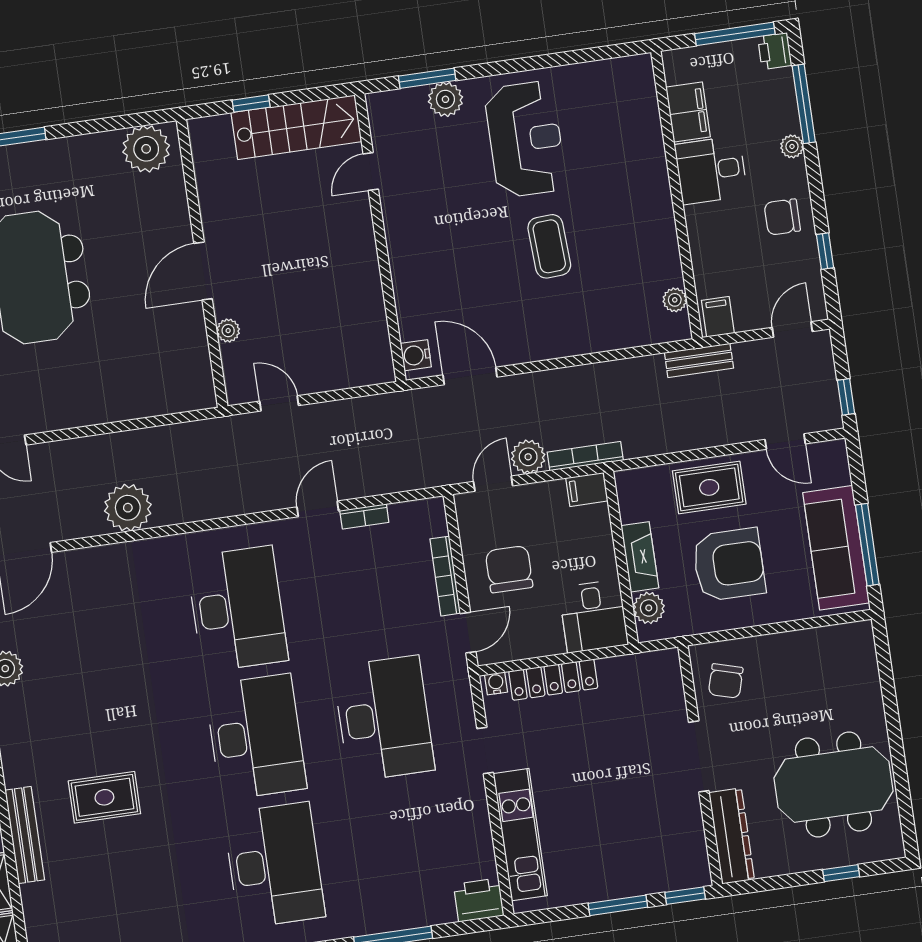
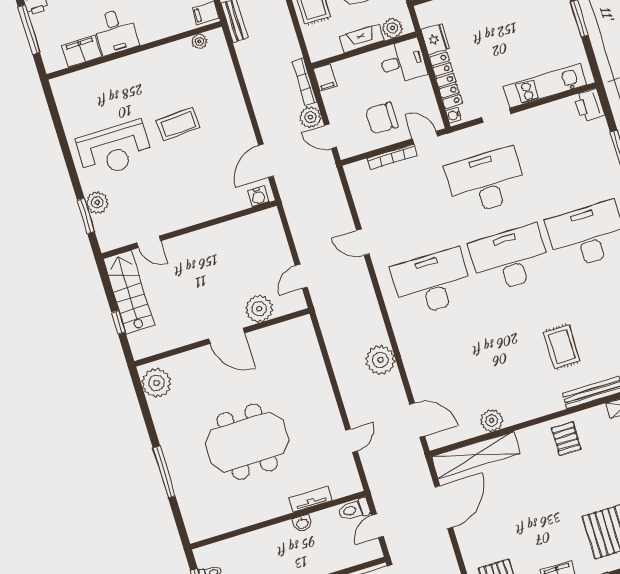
reception desk: (525, 139) -> (114, 149), turned 180
plant: (228, 331) -> (259, 309), width x1.88, depth x1.88
bookcase: (364, 516) -> (363, 213), removed
fridge: (621, 673) -> (435, 39), added

